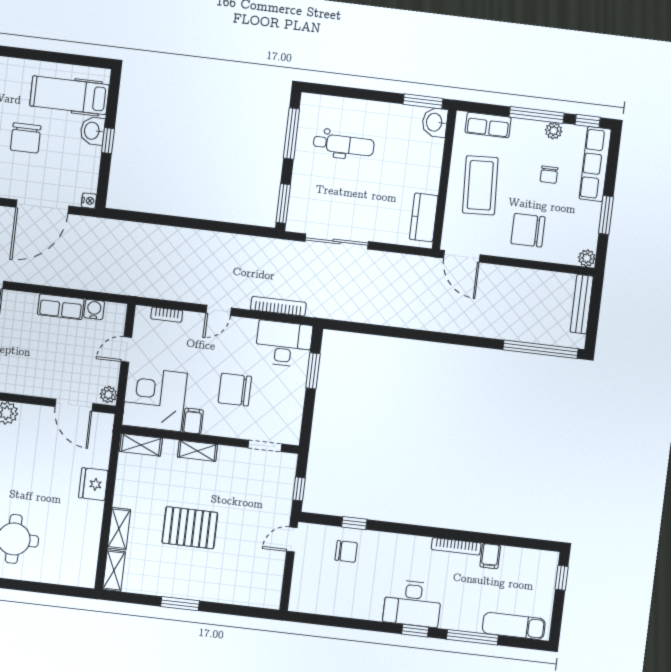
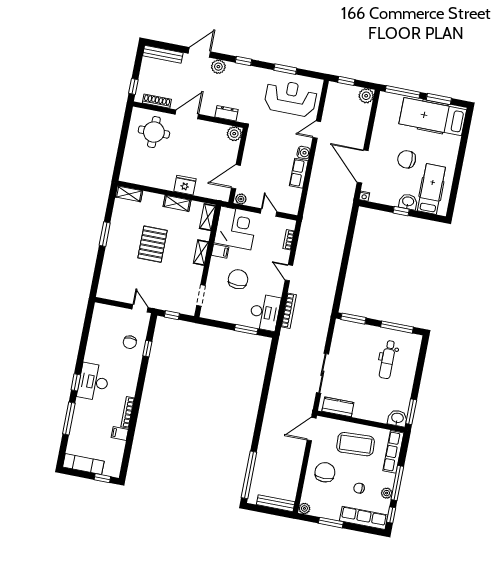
row of seats: (488, 125) -> (393, 452), width x1.48
sliding door: (337, 242) -> (322, 373), moved
water cooler: (94, 309) -> (304, 153), moved
shelving: (119, 529) -> (177, 203), moved
exam couch: (514, 626) -> (83, 464), moved, turned -90

